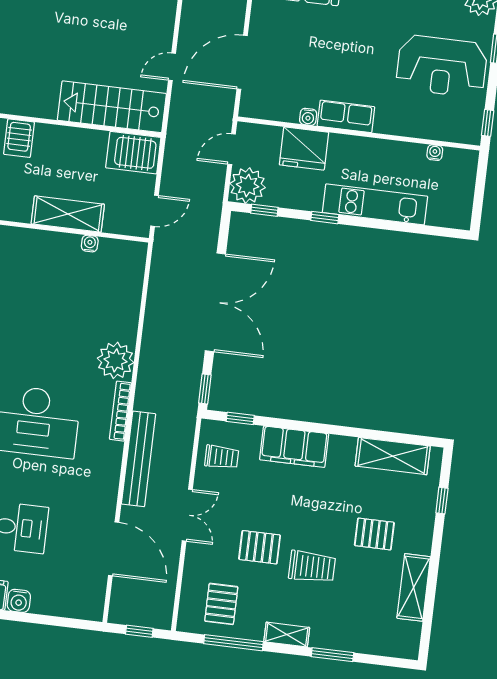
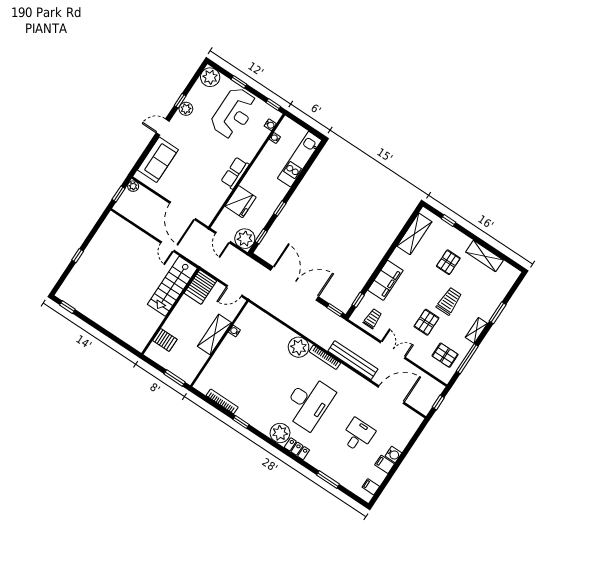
water cooler: (308, 117) -> (270, 125), moved
kitchen unit: (375, 204) -> (300, 159), moved
door: (155, 211) -> (234, 291), swing flipped

